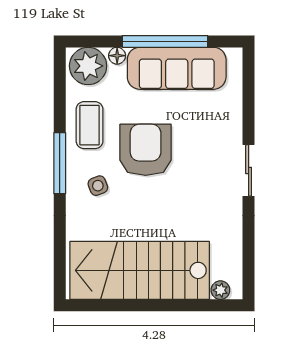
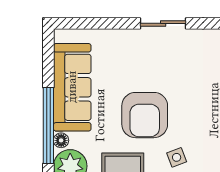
window: (165, 41) -> (48, 125), moved
armchair: (146, 150) -> (145, 115), turned -90

